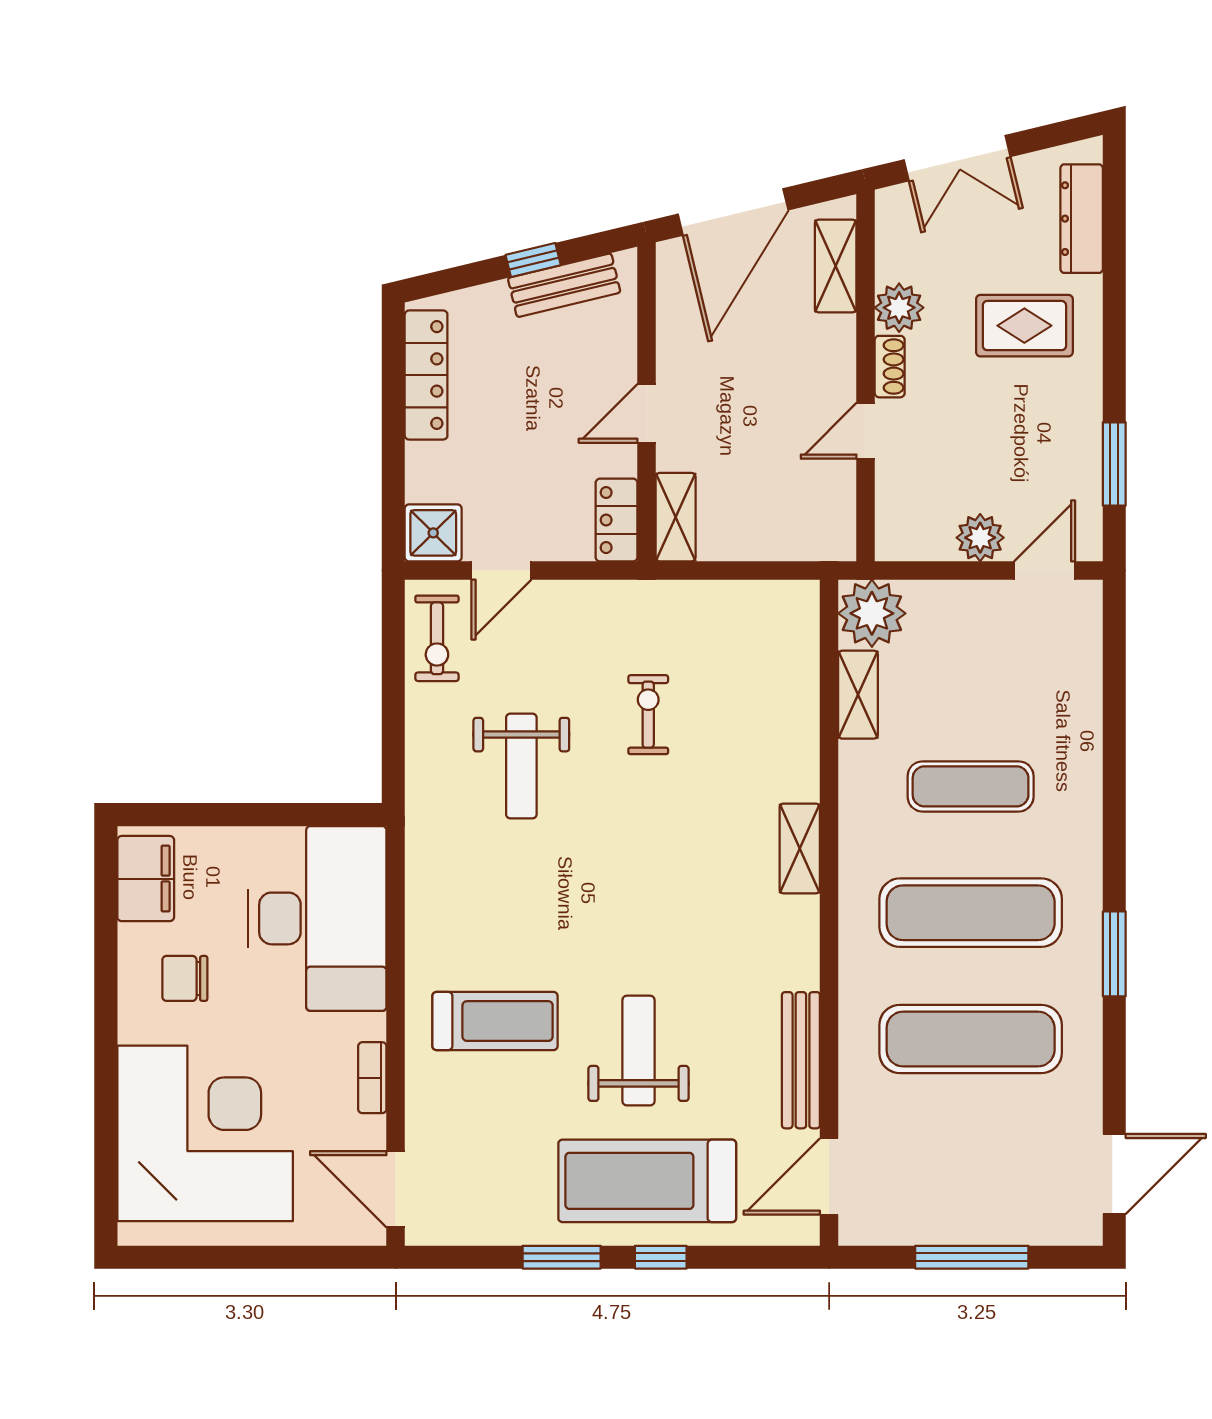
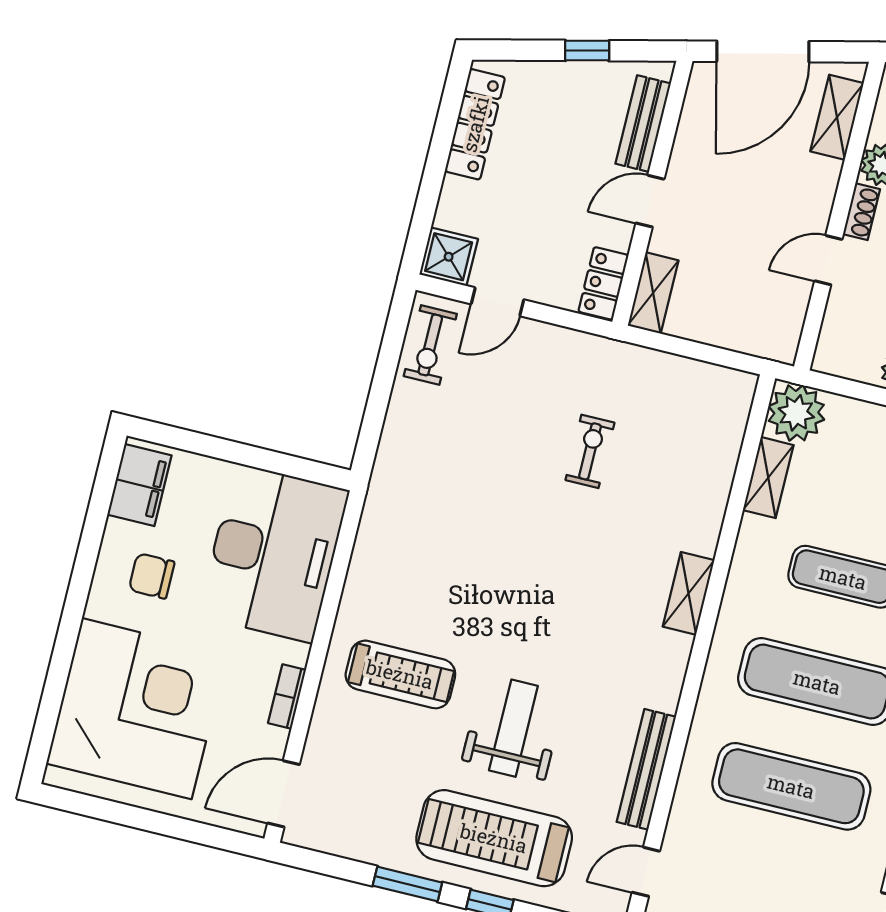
bench: (564, 285) -> (643, 124), moved, turned -76
weight bench: (521, 766) -> (474, 468), removed
door: (829, 1177) -> (646, 872), width x0.73
door: (396, 1189) -> (284, 794), hinge flipped

